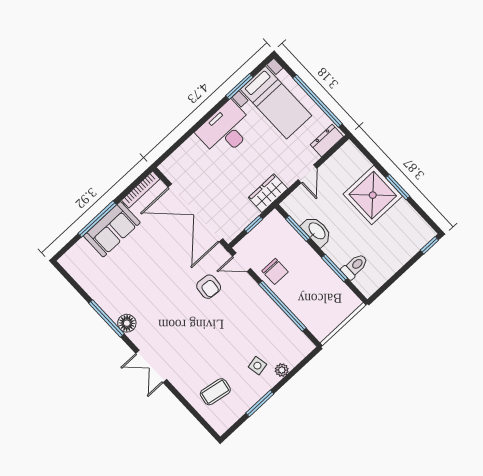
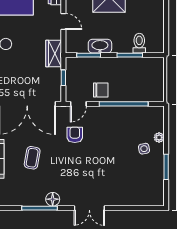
armchair: (209, 287) -> (75, 135), turned -95
coffee table: (215, 392) -> (32, 158), moved

